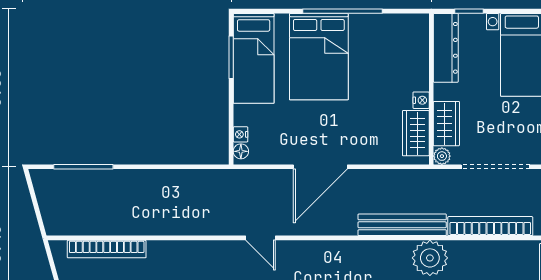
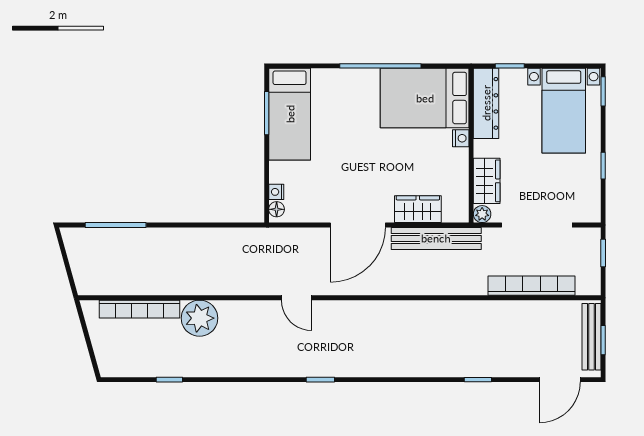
bed: (319, 57) -> (425, 98), moved, turned 90
nightstand: (421, 100) -> (461, 138), moved
wardrobe: (416, 133) -> (418, 209), moved, turned 90
bench: (402, 225) -> (436, 238), moved
plant: (430, 258) -> (200, 318), moved

